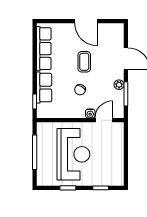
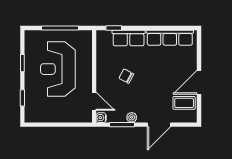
coffee table: (84, 62) -> (184, 103), moved
water cooler: (90, 113) -> (101, 118), moved
reception desk: (73, 154) -> (58, 69), turned 90

